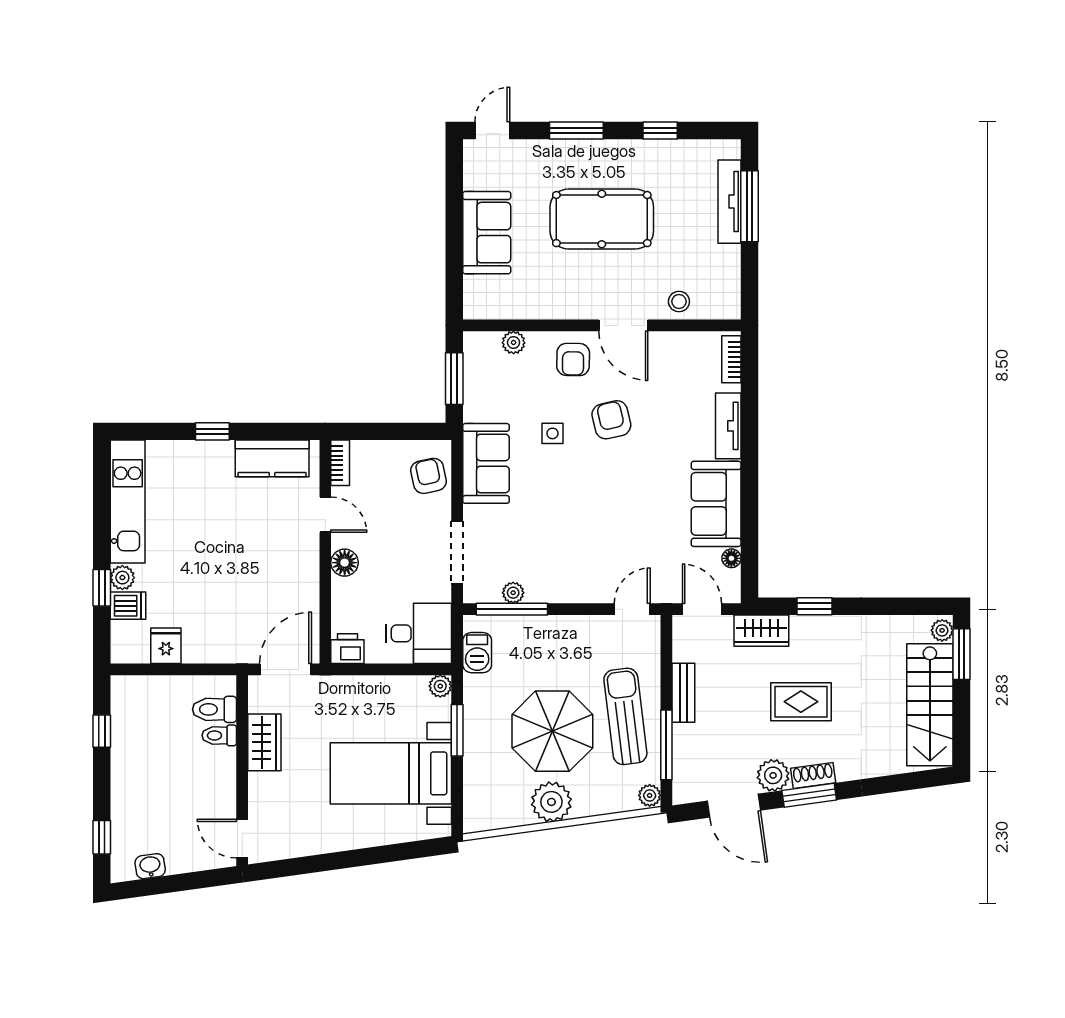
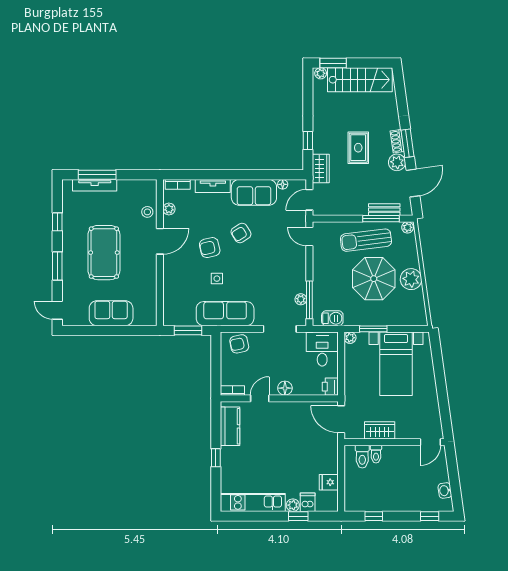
plant: (514, 343) -> (169, 209), moved
armchair: (573, 360) -> (241, 233), moved, turned 147
sofa: (486, 463) -> (225, 314), width x1.36
bench: (683, 693) -> (384, 210), moved

